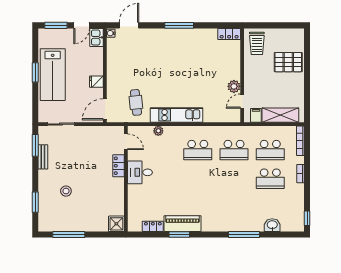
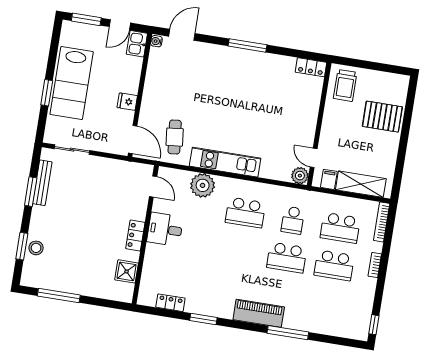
window: (35, 72) -> (47, 93), moved
plant: (234, 86) -> (300, 176), moved
door: (242, 101) -> (314, 158), hinge flipped
door: (105, 109) -> (133, 139), swing flipped
plant: (158, 131) -> (203, 185), width x1.87, depth x1.87
window: (35, 145) -> (31, 192), moved
school desk: (234, 150) -> (293, 220), width x0.54
bench: (43, 157) -> (42, 183), width x1.36
locker: (119, 166) -> (135, 236), moved
school desk: (234, 179) -> (287, 258), added
stool: (66, 191) -> (36, 248), moved
shower: (116, 224) -> (127, 271), moved
piano: (183, 224) -> (259, 313), moved
washbasin: (272, 225) -> (327, 326), removed

